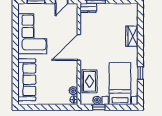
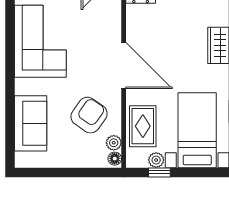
door: (79, 47) -> (124, 65), swing flipped
armchair: (59, 75) -> (89, 115), added
sofa: (27, 80) -> (31, 123), width x0.73

